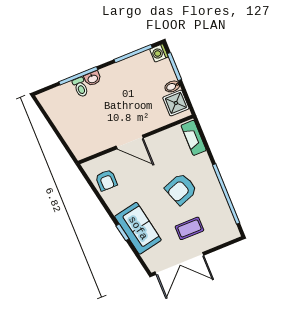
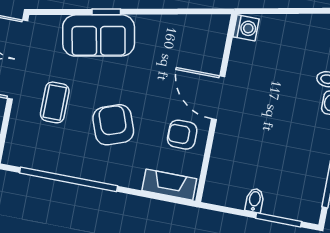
washing machine: (159, 53) -> (246, 28), moved, turned 90
shower: (176, 103) -> (230, 191), removed
door: (130, 142) -> (218, 98), hinge flipped
armchair: (106, 180) -> (182, 135), moved

